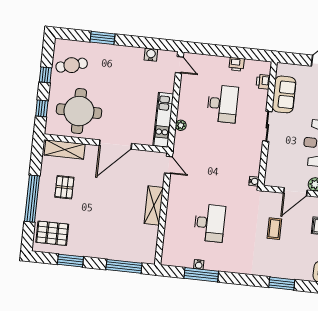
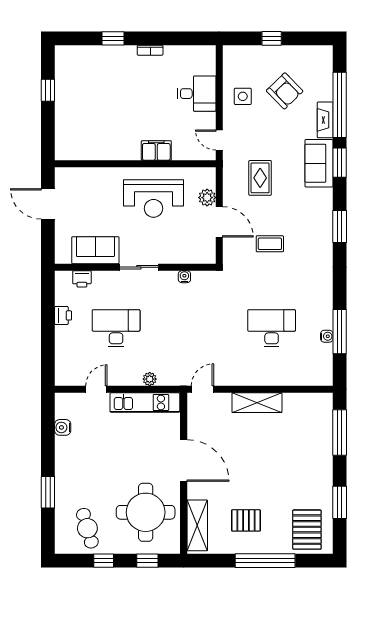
door: (179, 65) -> (96, 389), moved
water cooler: (254, 181) -> (184, 277), moved

